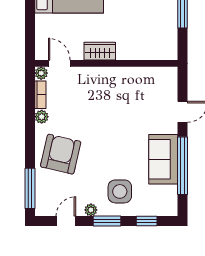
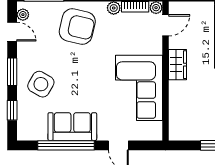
corner sofa: (124, 91) -> (139, 88), added
side table: (120, 191) -> (41, 84), turned 30
plant: (91, 210) -> (23, 15), moved

